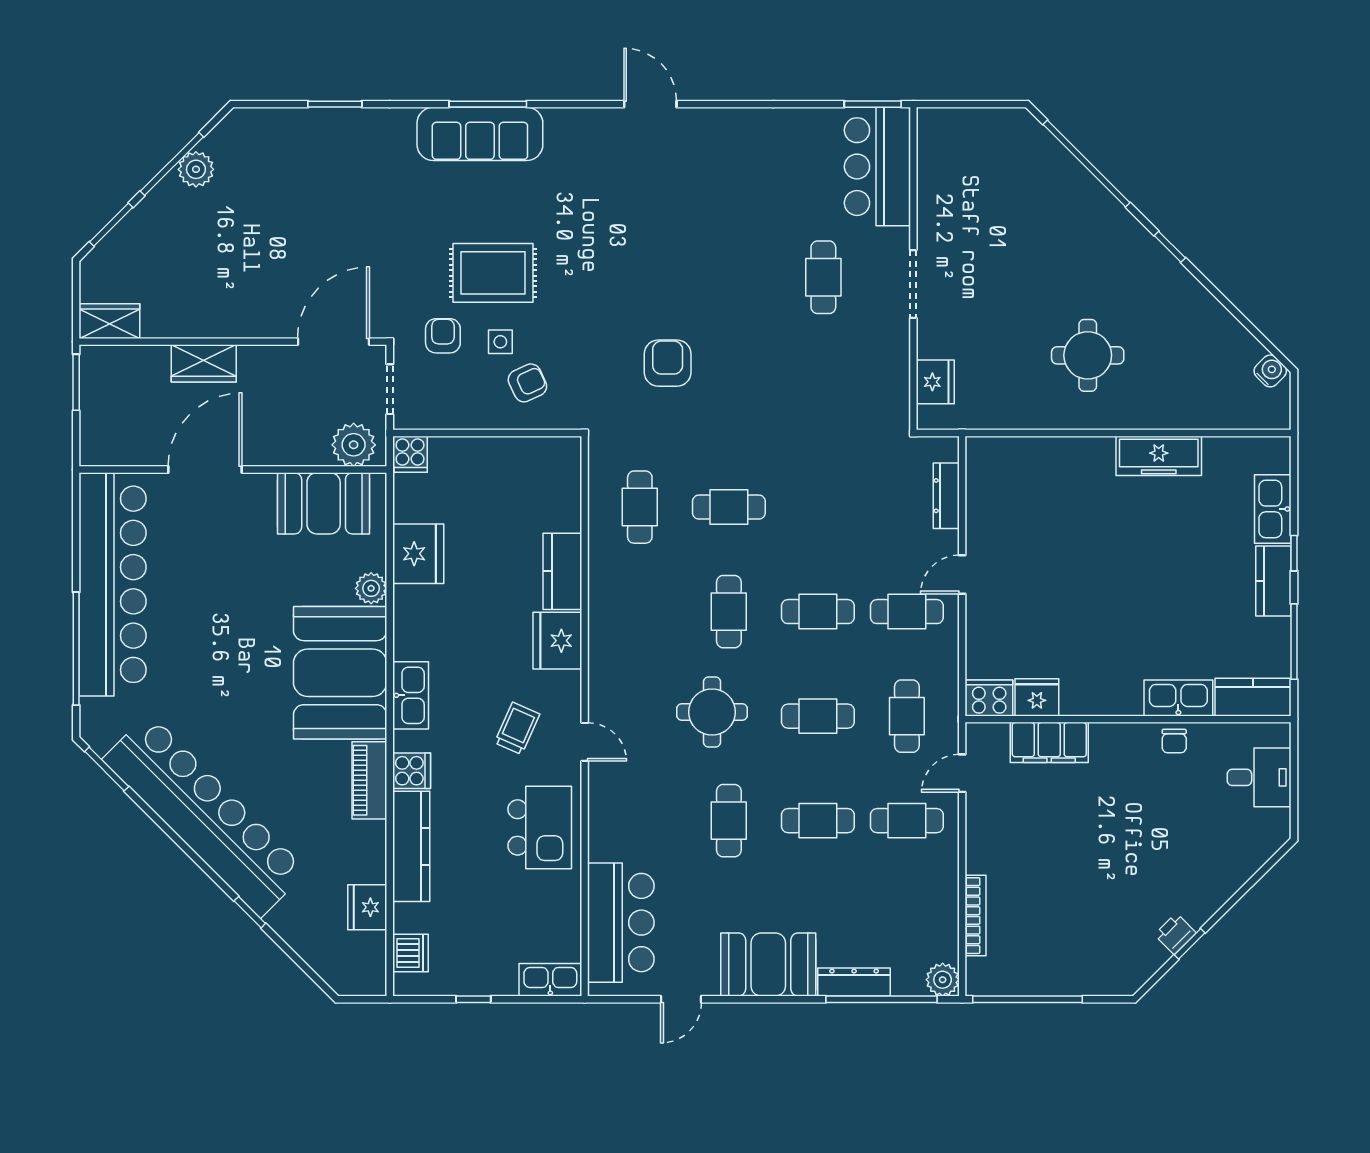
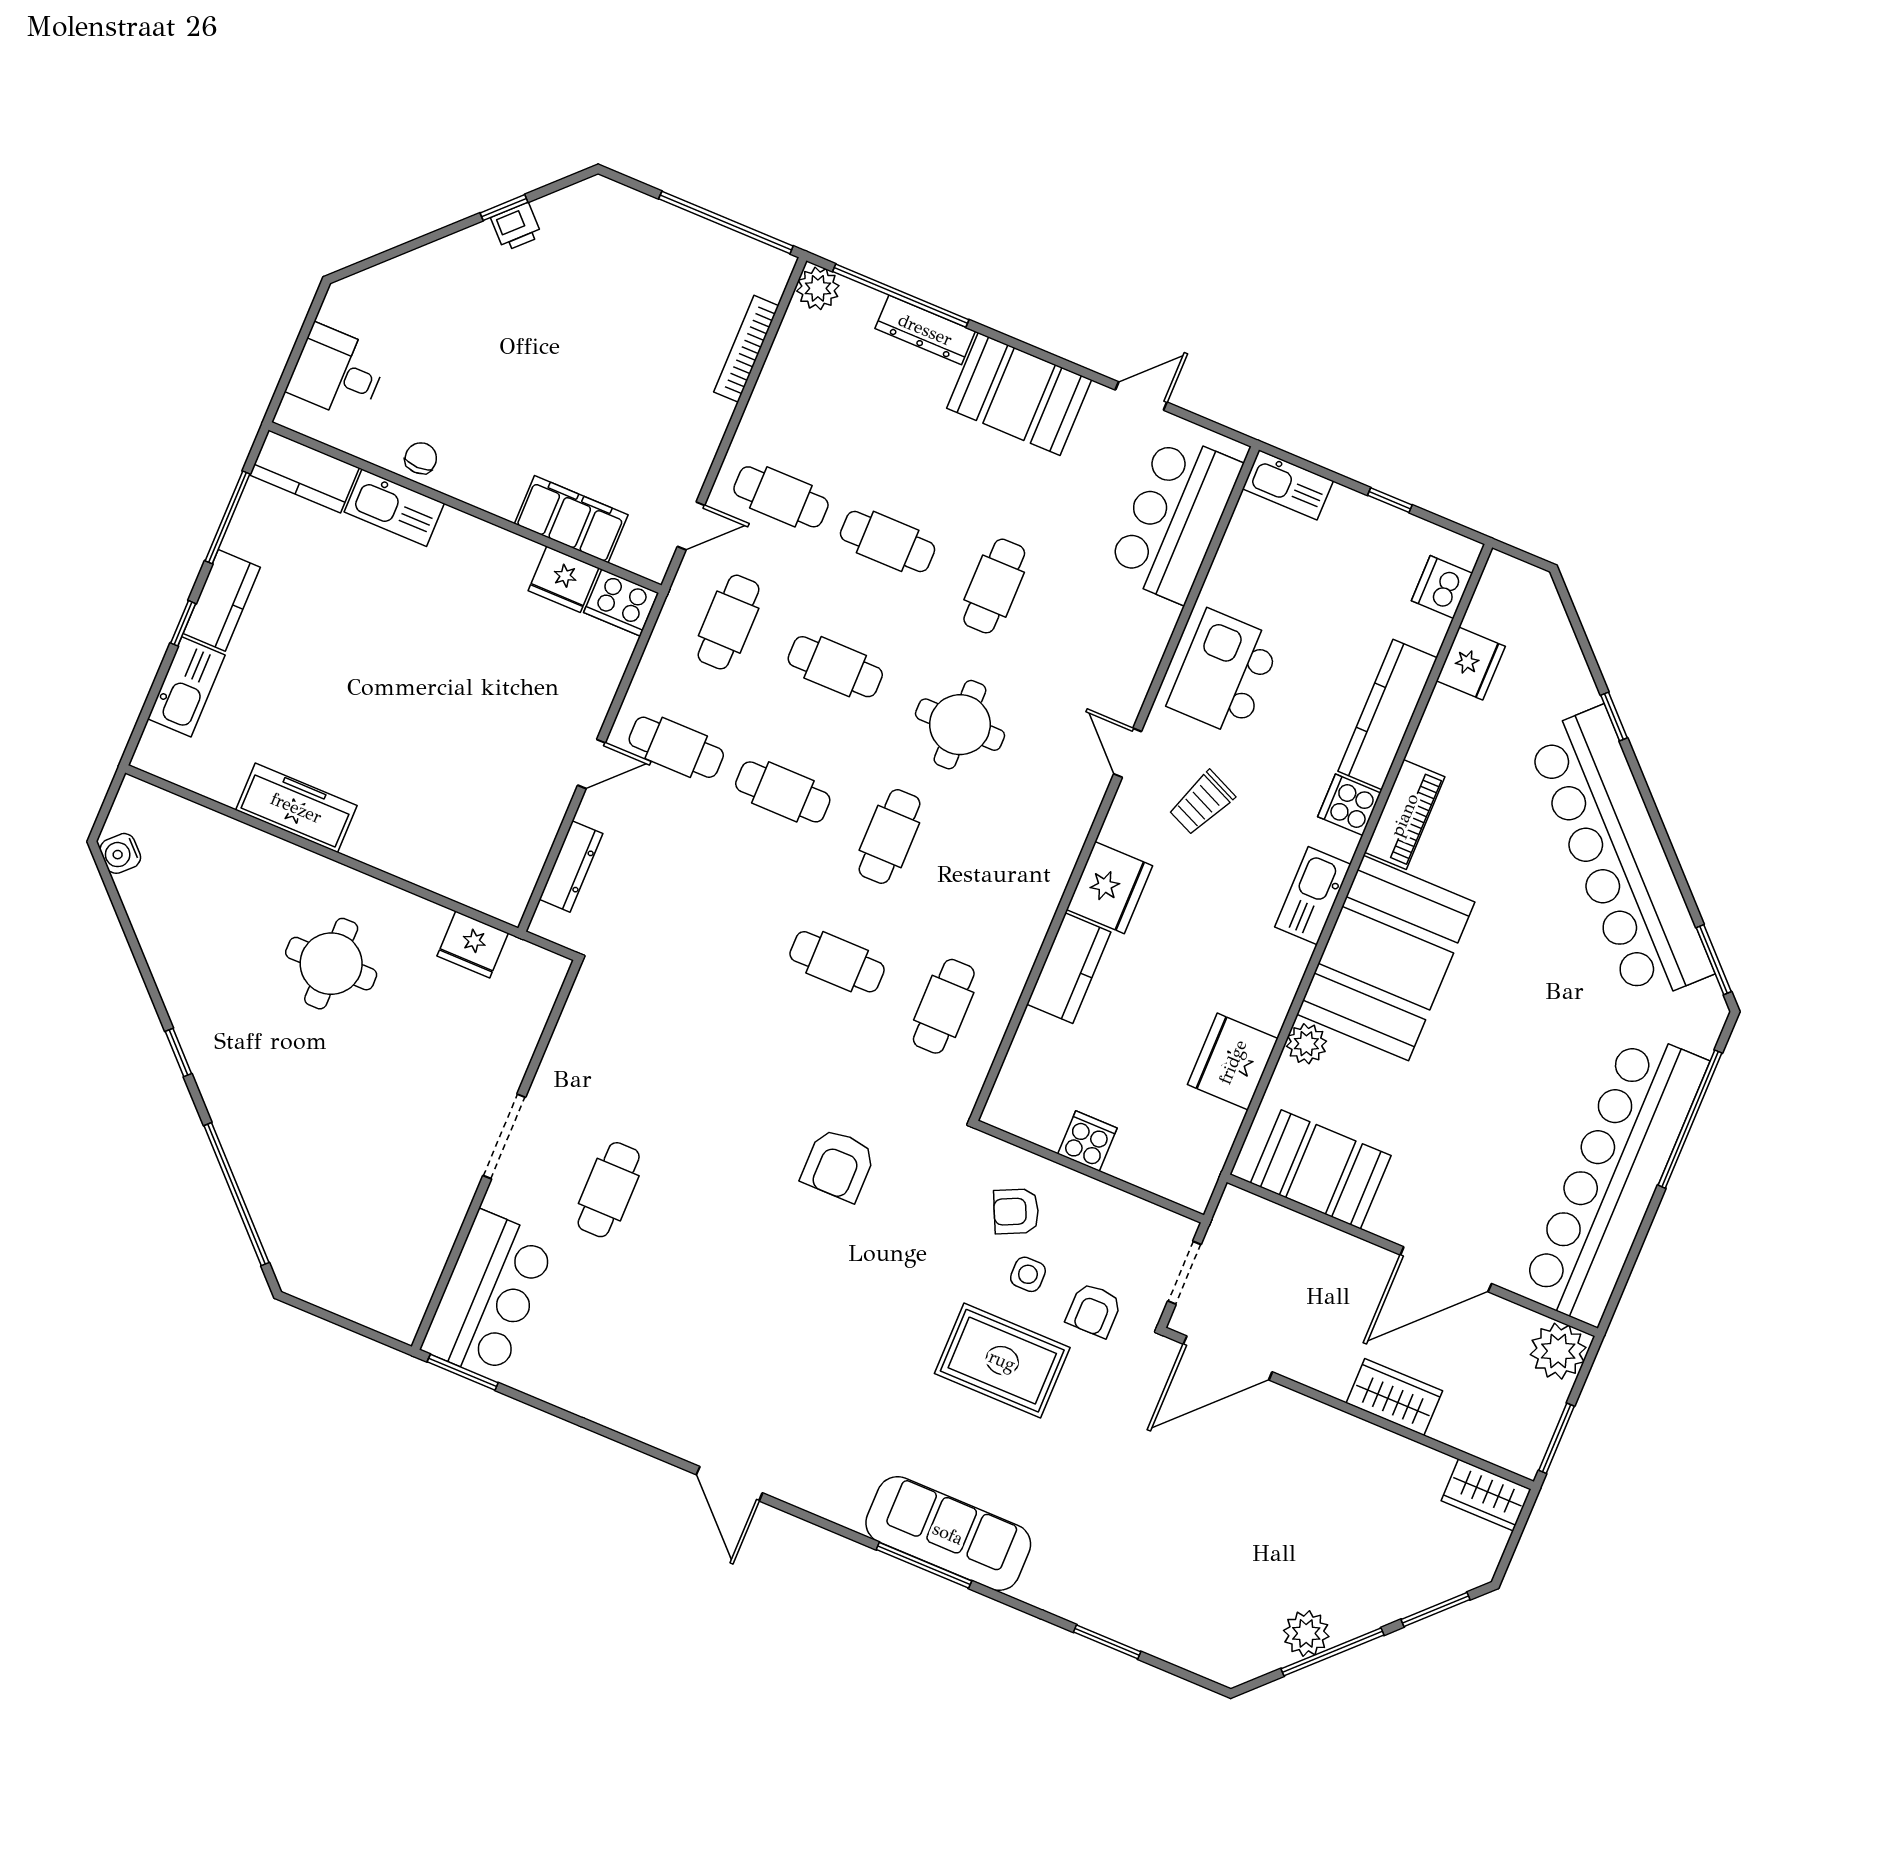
fridge: (935, 382) -> (473, 944), moved, turned -90
plant: (354, 445) -> (1558, 1351), moved
cooker: (410, 454) -> (1087, 1141), moved

